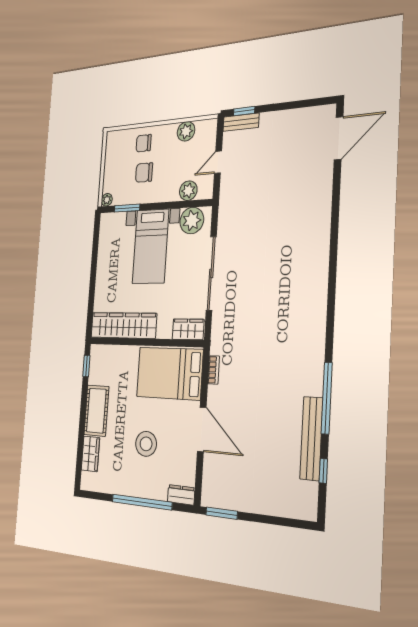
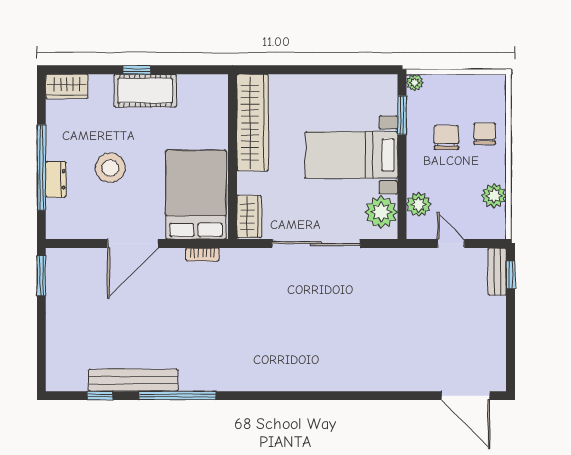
window: (86, 366) -> (137, 70), moved
wardrobe: (90, 454) -> (67, 86), moved
dresser: (181, 495) -> (56, 179), moved

